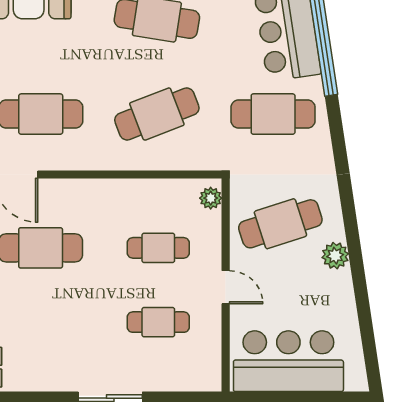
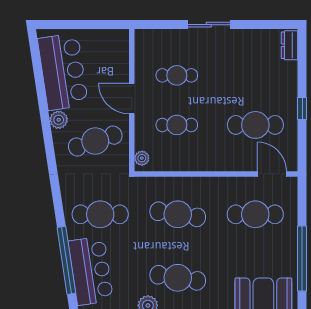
cafe table: (157, 114) -> (178, 214), turned 30
door: (226, 287) -> (132, 99), width x1.38
bar counter: (288, 361) -> (63, 72), moved, turned -99

